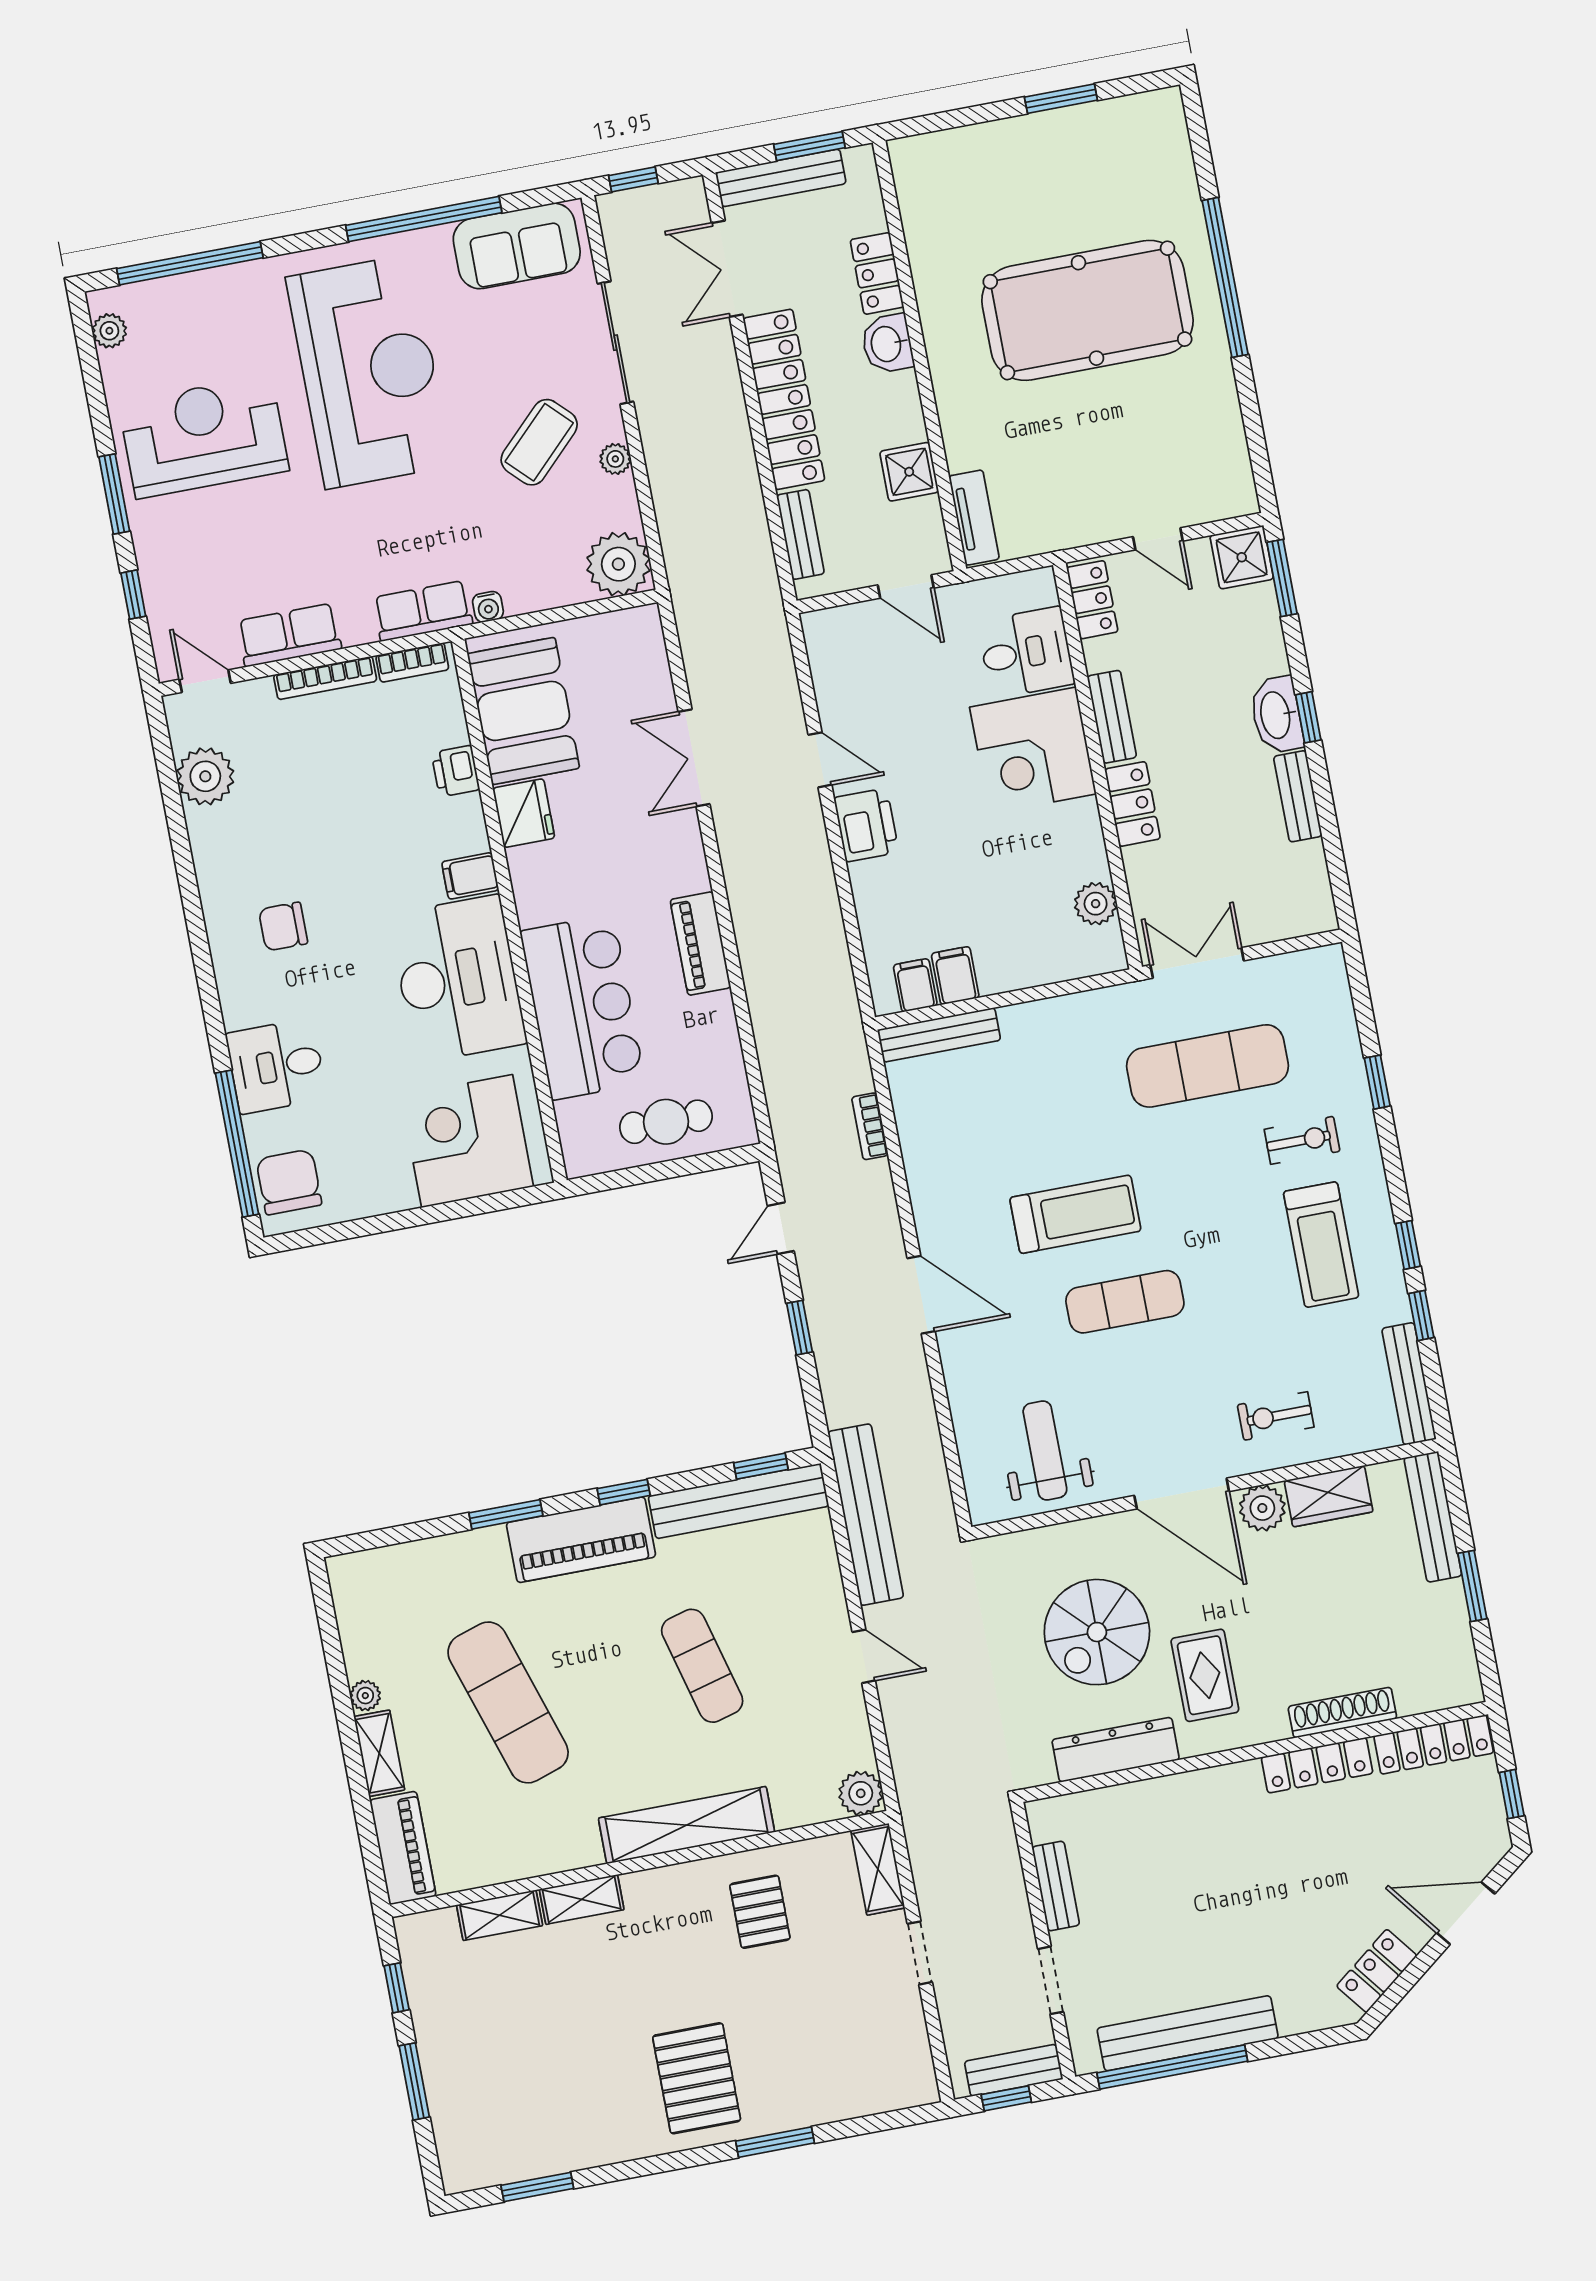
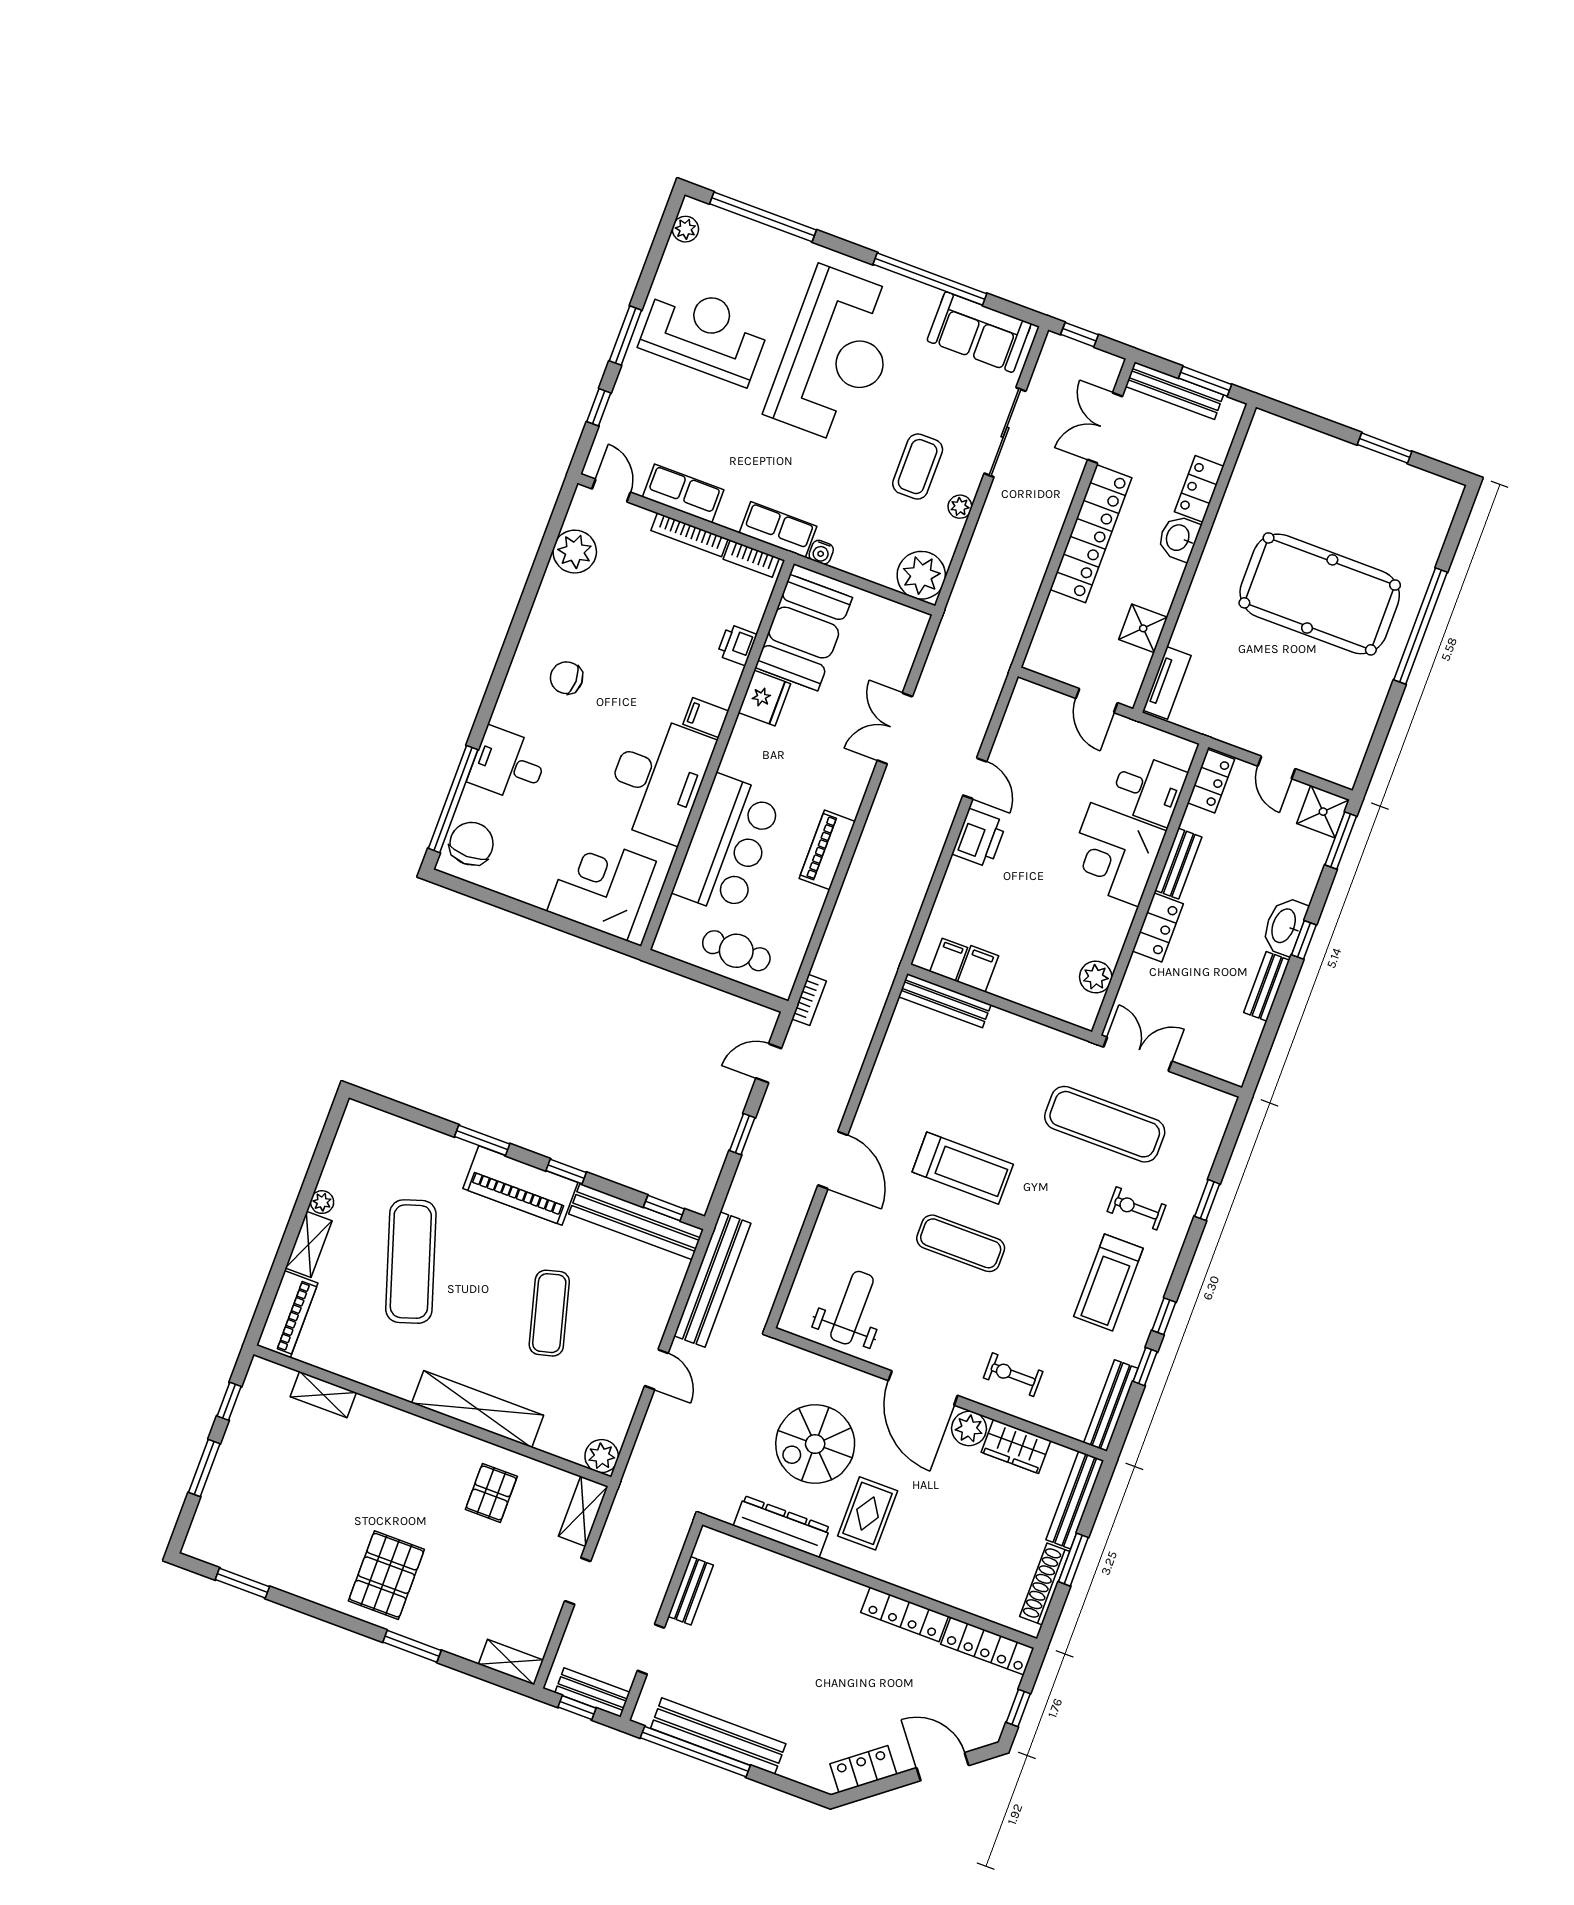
coffee table: (539, 442) -> (918, 467), turned -45
bench: (800, 534) -> (1049, 627), removed
bookcase: (870, 1126) -> (809, 1000), moved, turned 180
exercise bike: (1302, 1140) -> (1136, 1208), turned 180
shoe rack: (1342, 1713) -> (1045, 1584), moved, turned -90
shelving: (582, 1899) -> (511, 1662), moved

